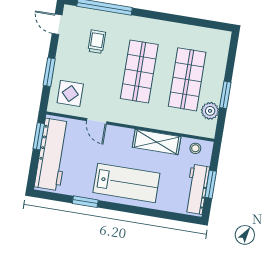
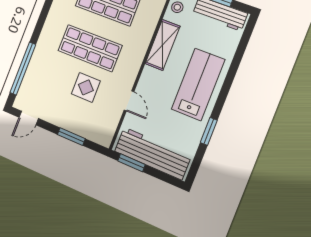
trolley: (97, 42) -> (53, 83), removed
display table: (70, 93) -> (86, 87), moved
door: (97, 121) -> (129, 101), hinge flipped

